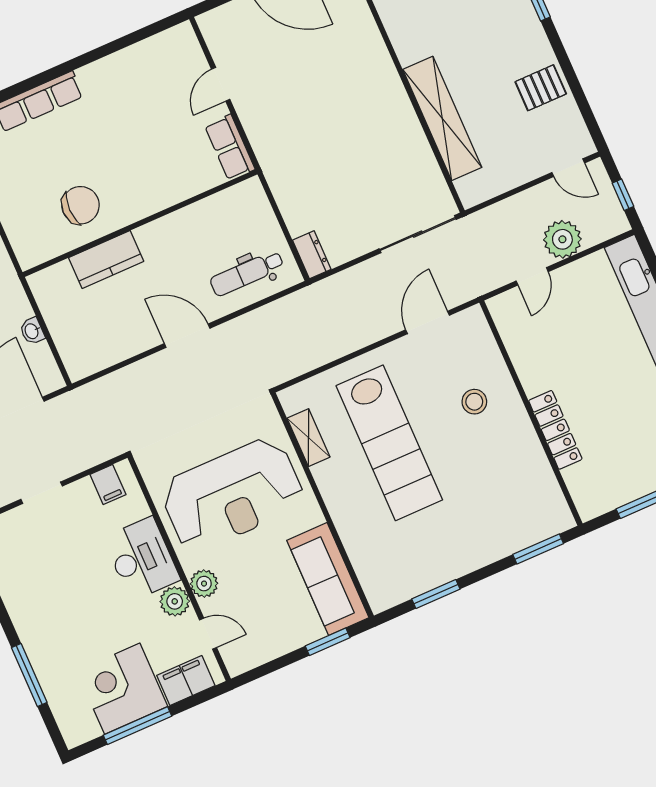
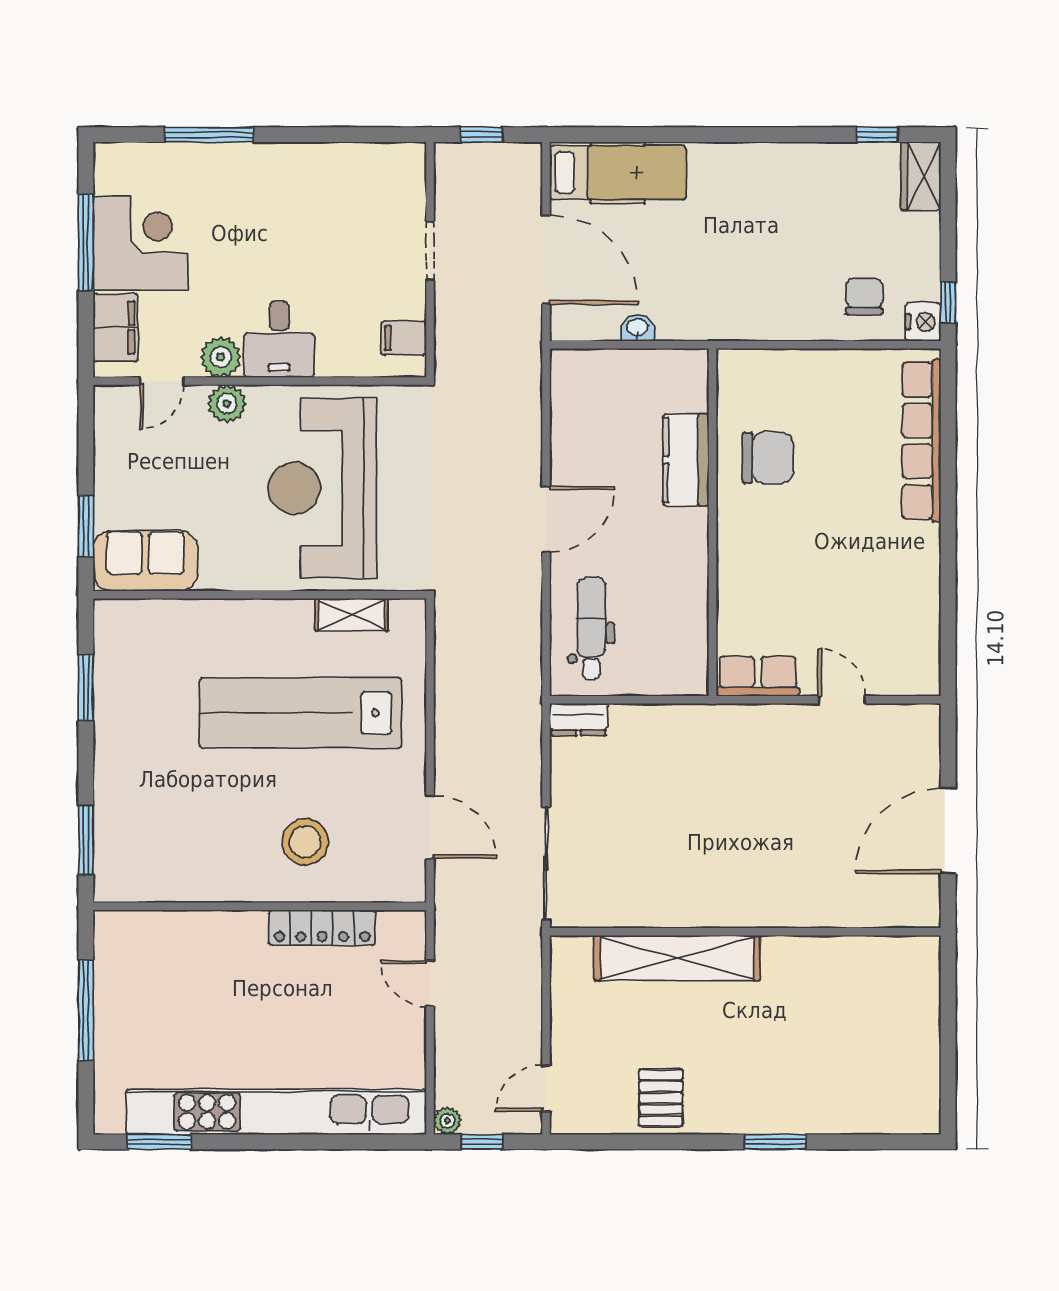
chair: (80, 205) -> (768, 458), turned -90
plant: (562, 239) -> (447, 1121), moved, width x0.53, depth x0.53
stool: (474, 402) -> (305, 842), width x1.38, depth x1.38
locker: (555, 430) -> (322, 928), moved
desk: (142, 559) -> (279, 339), width x0.73
sofa: (328, 579) -> (145, 561), width x0.73

